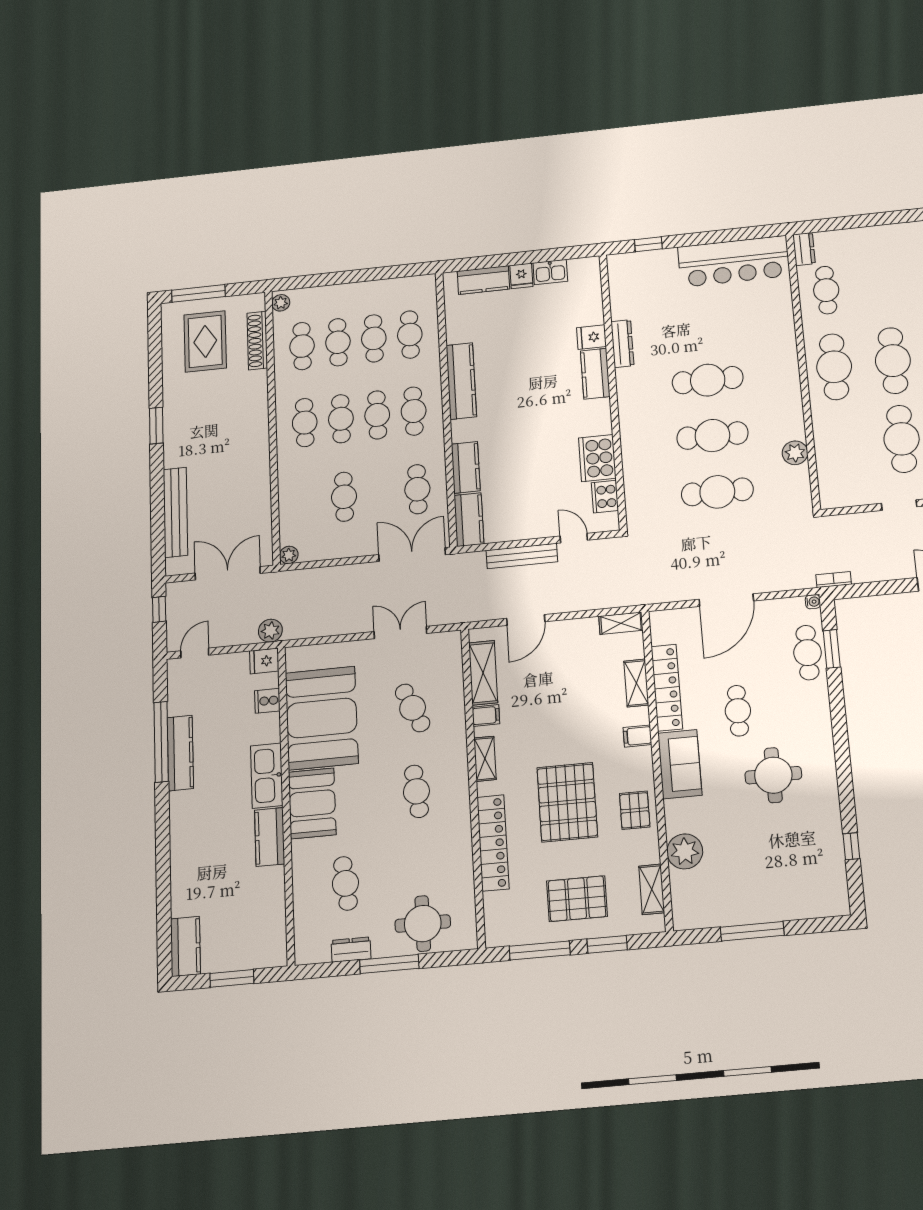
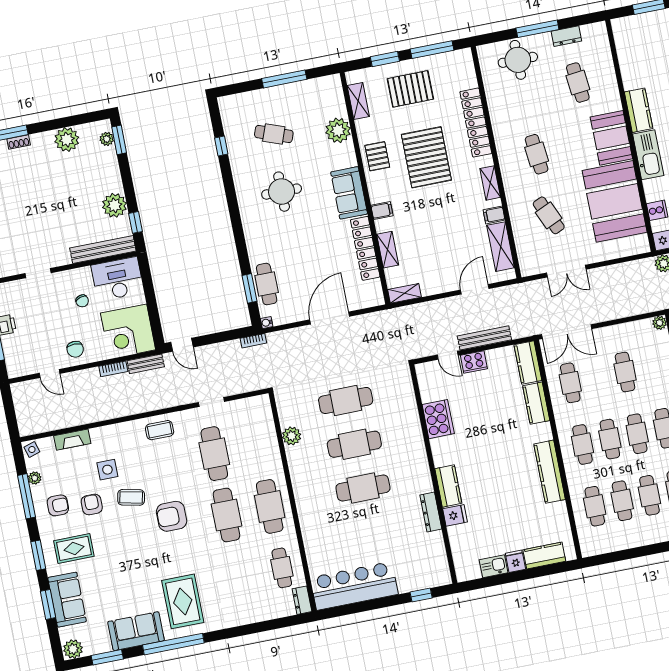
cooker: (605, 497) -> (474, 362), moved, turned 90
cafe table: (738, 711) -> (274, 134), moved, turned -70

